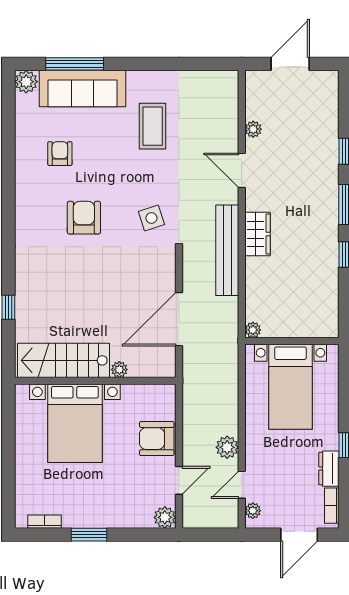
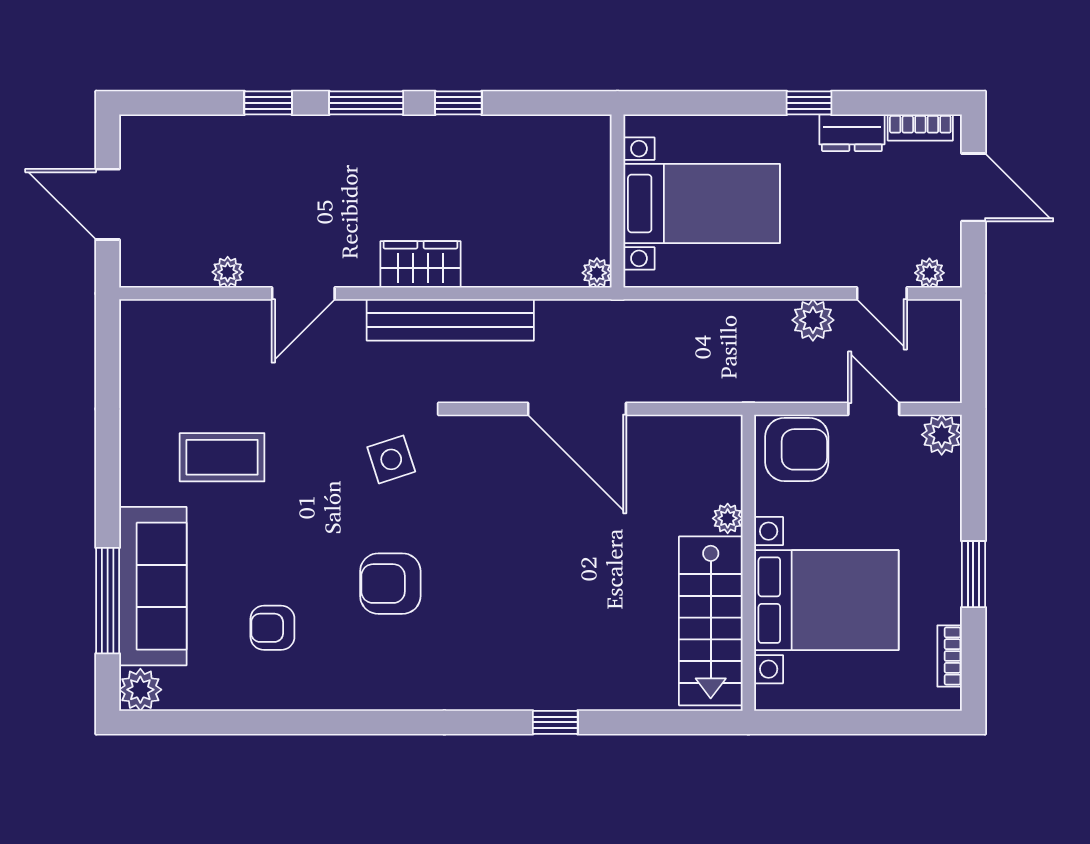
stairs: (64, 360) -> (711, 621), moved
plant: (119, 370) -> (728, 518), moved
wall: (95, 381) -> (748, 563), moved
bed with nightstands: (75, 423) -> (826, 600), moved
armchair: (157, 439) -> (797, 449), turned -90

